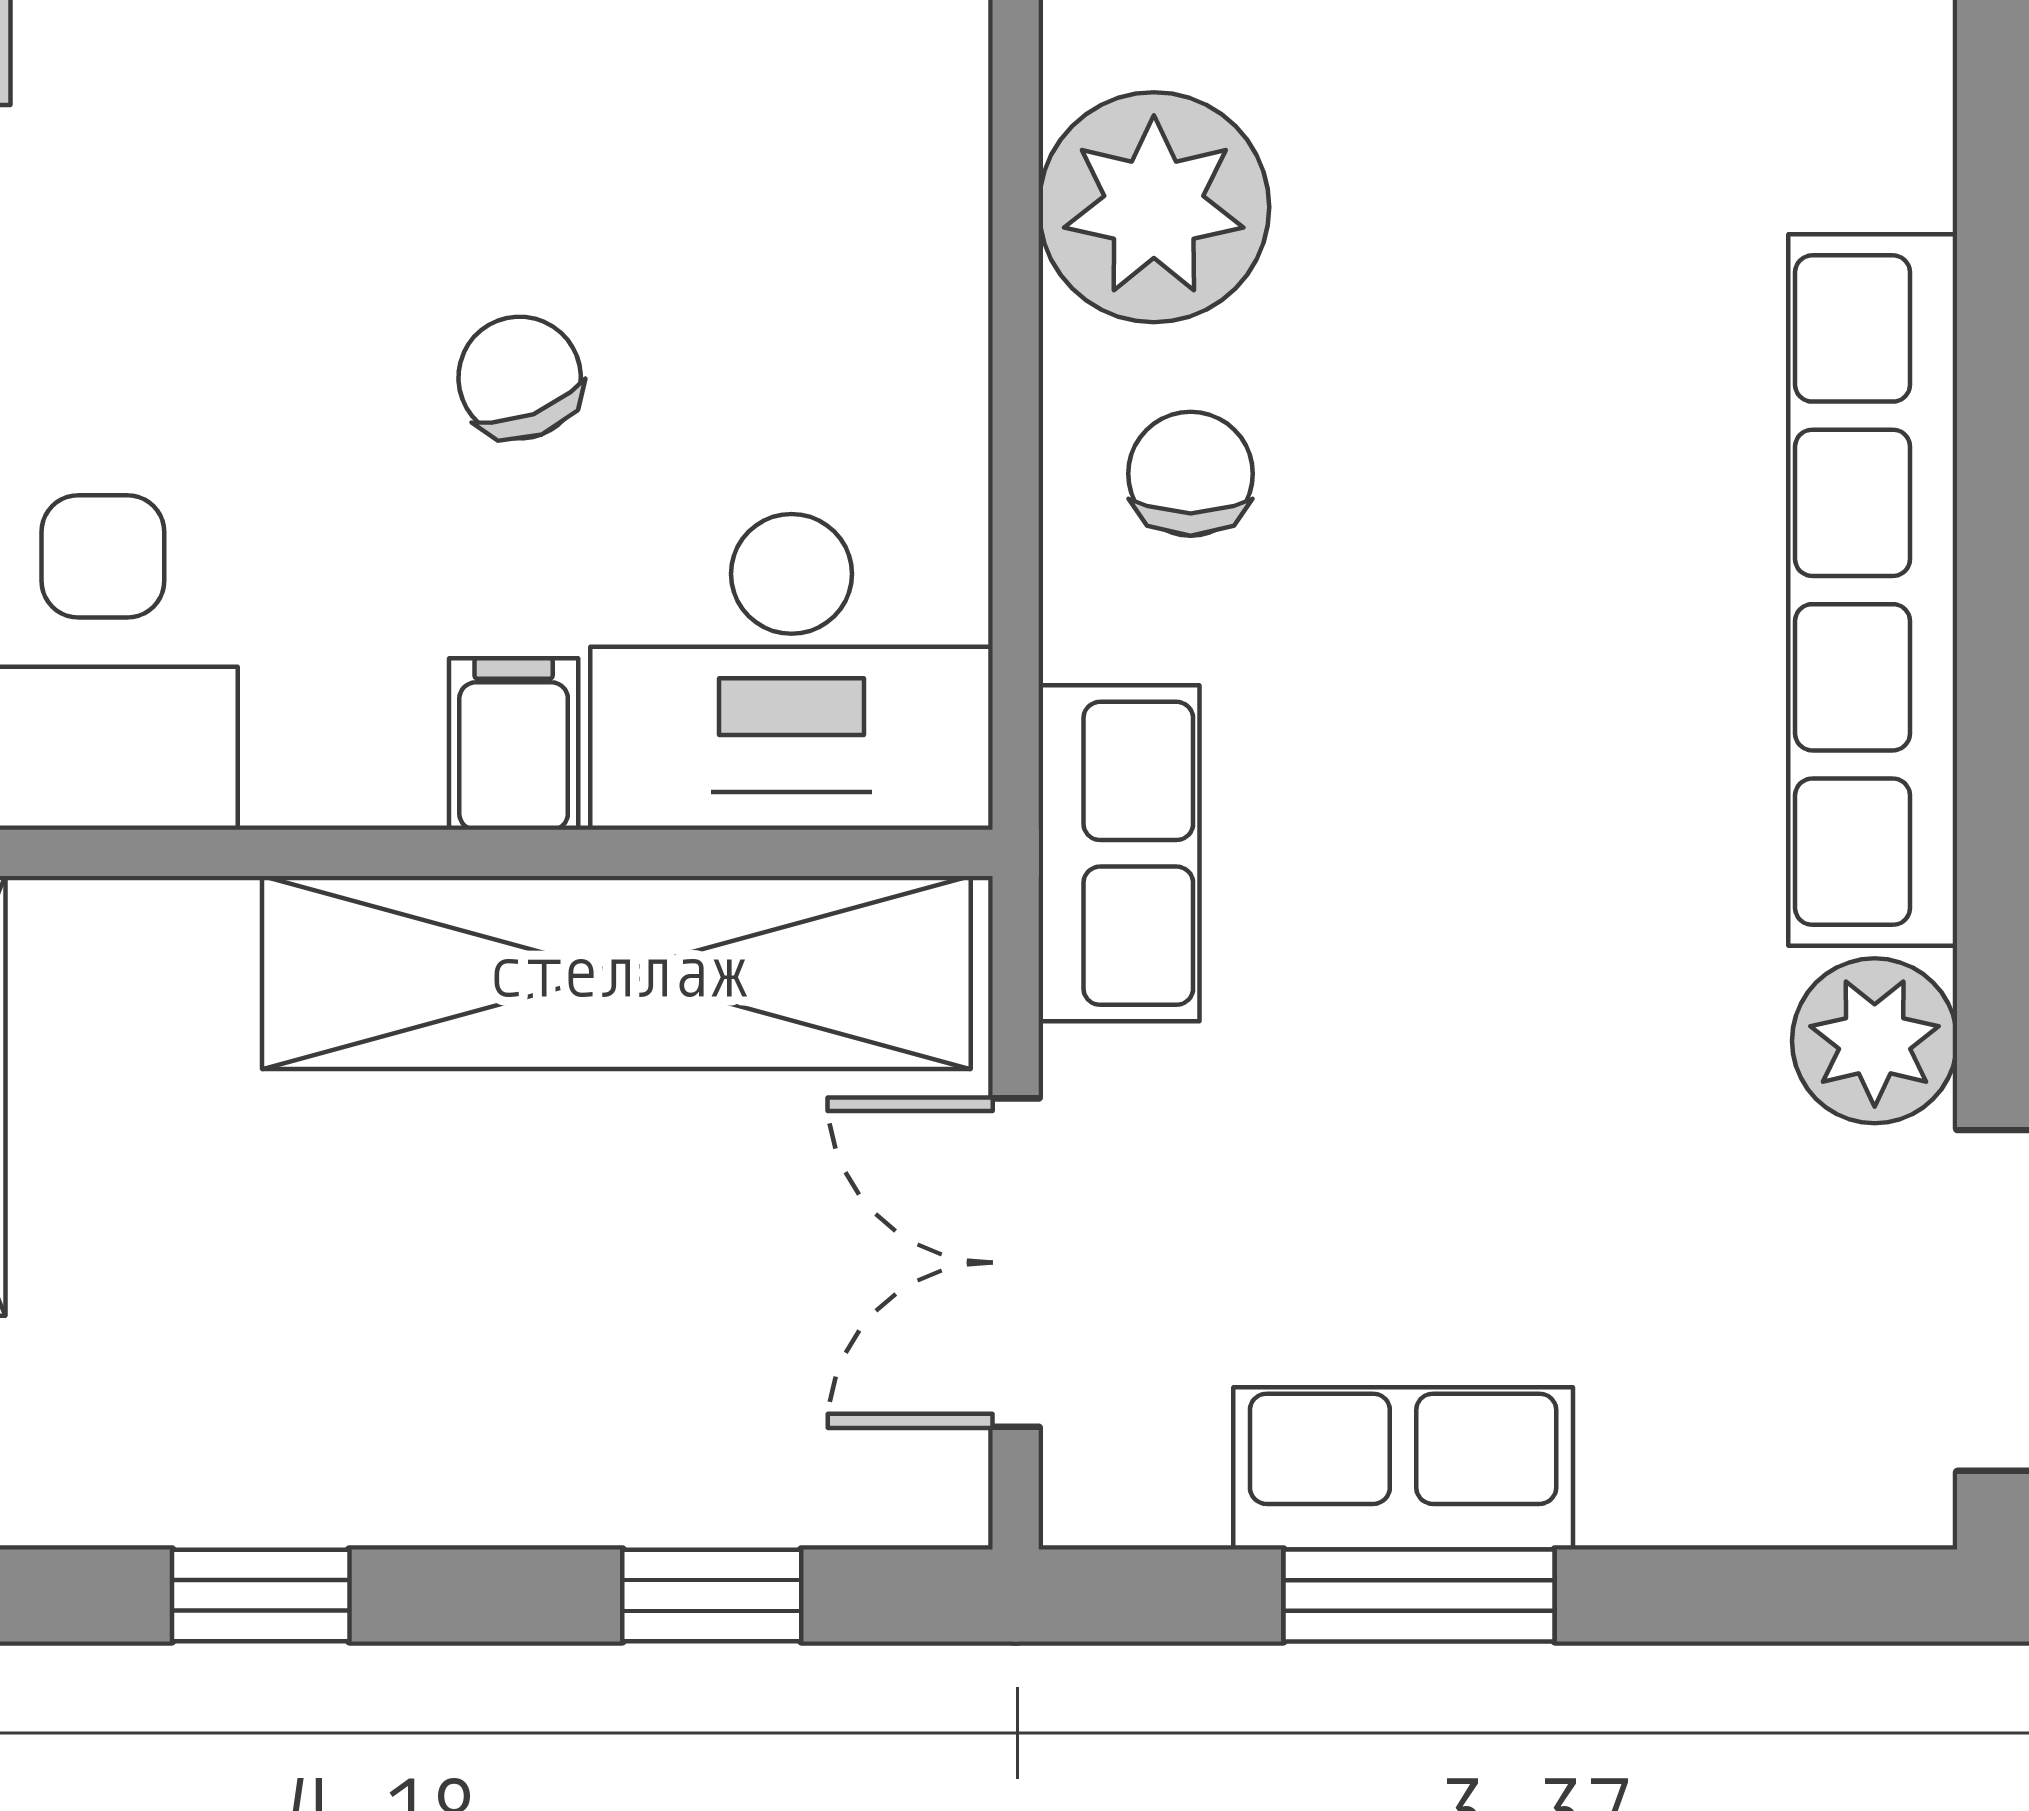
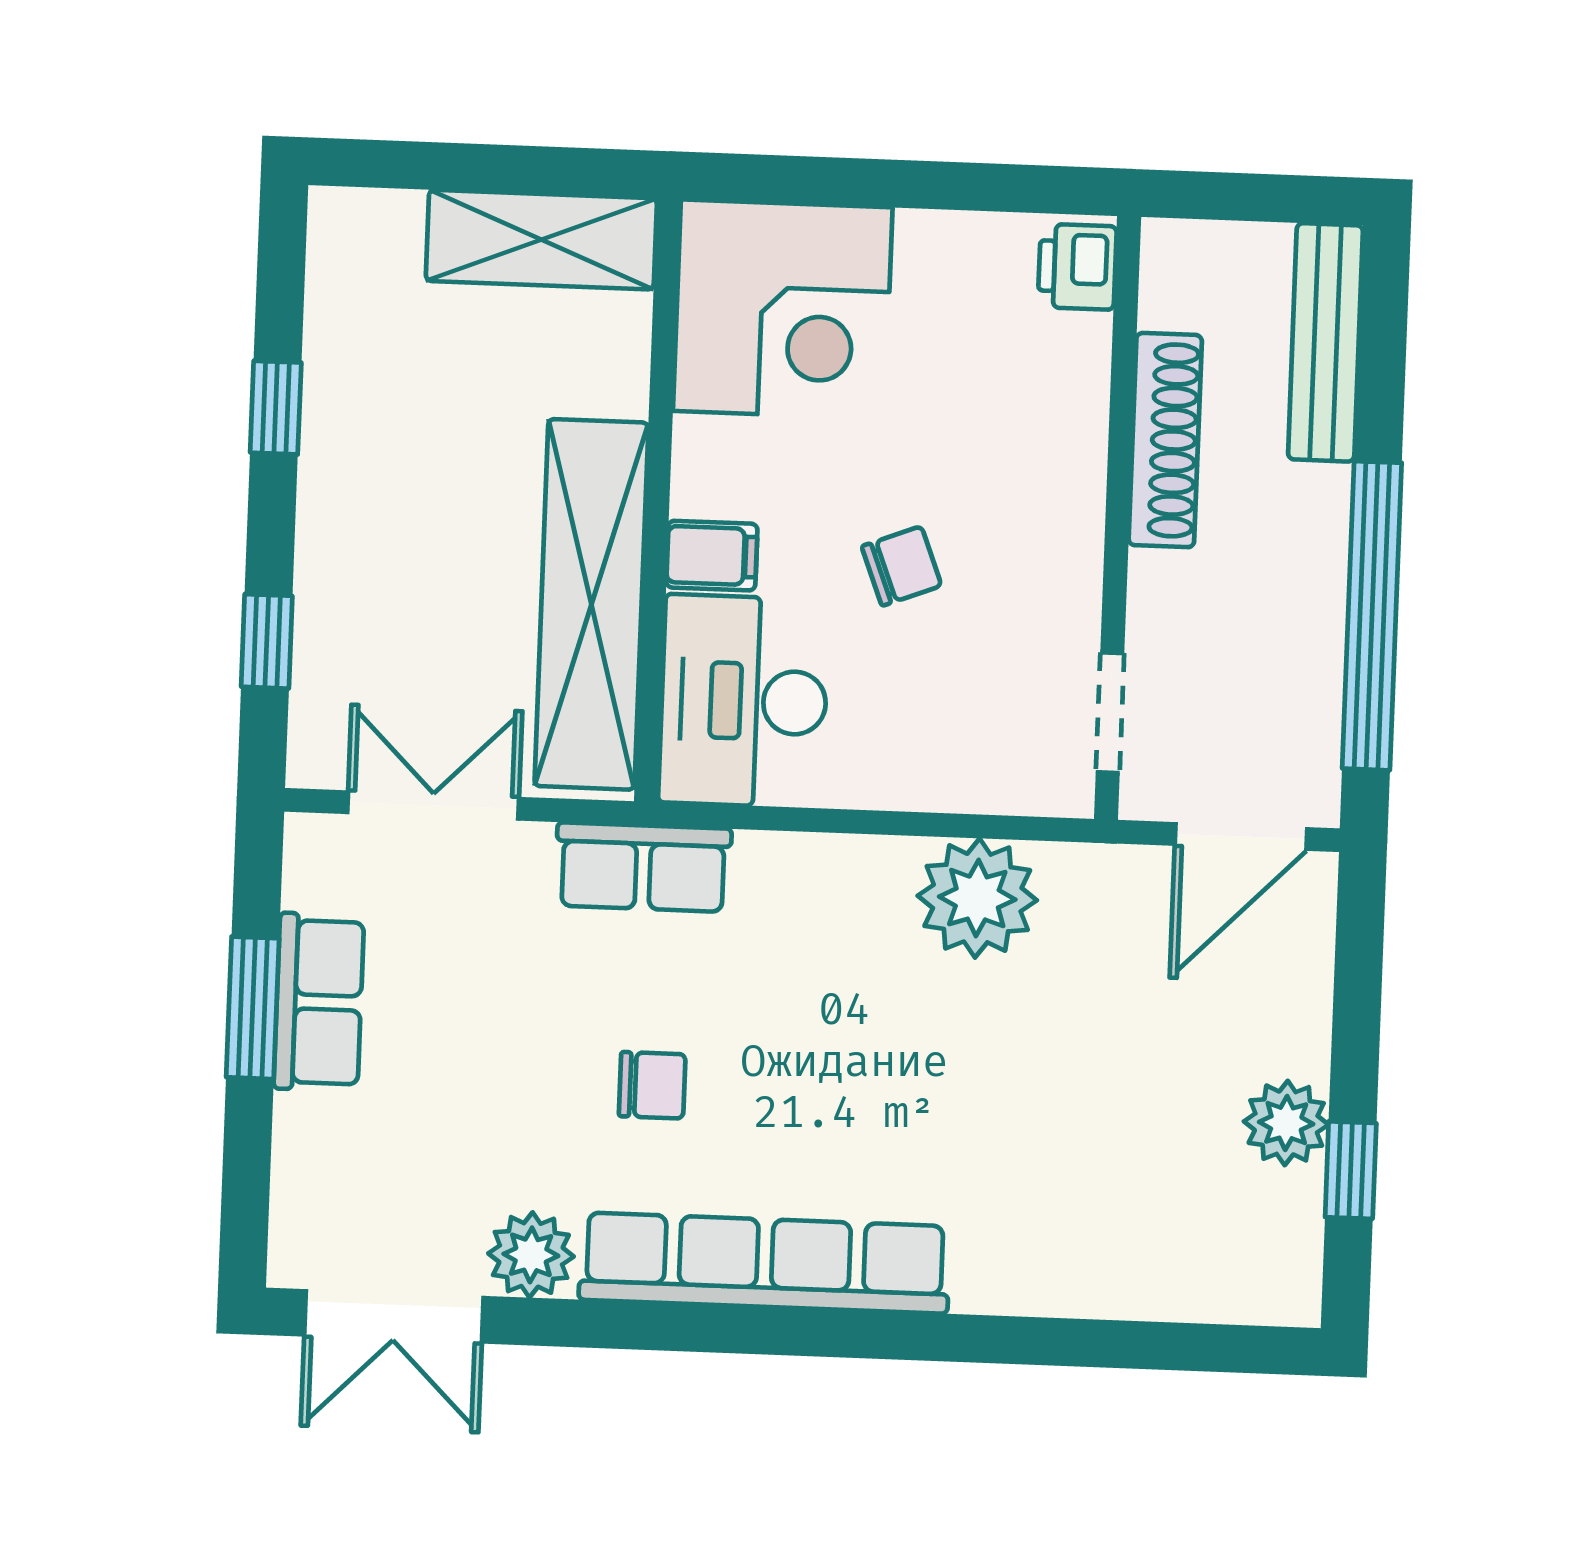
chair: (1191, 474) -> (652, 1085), moved

